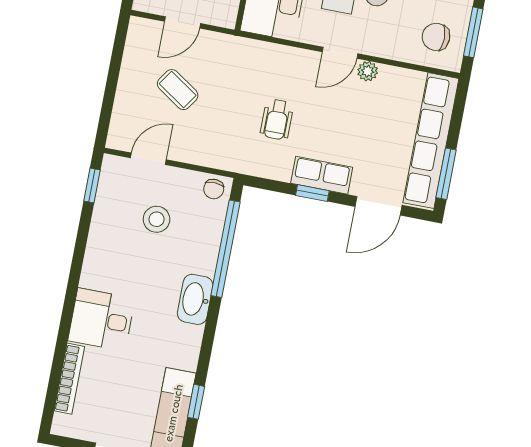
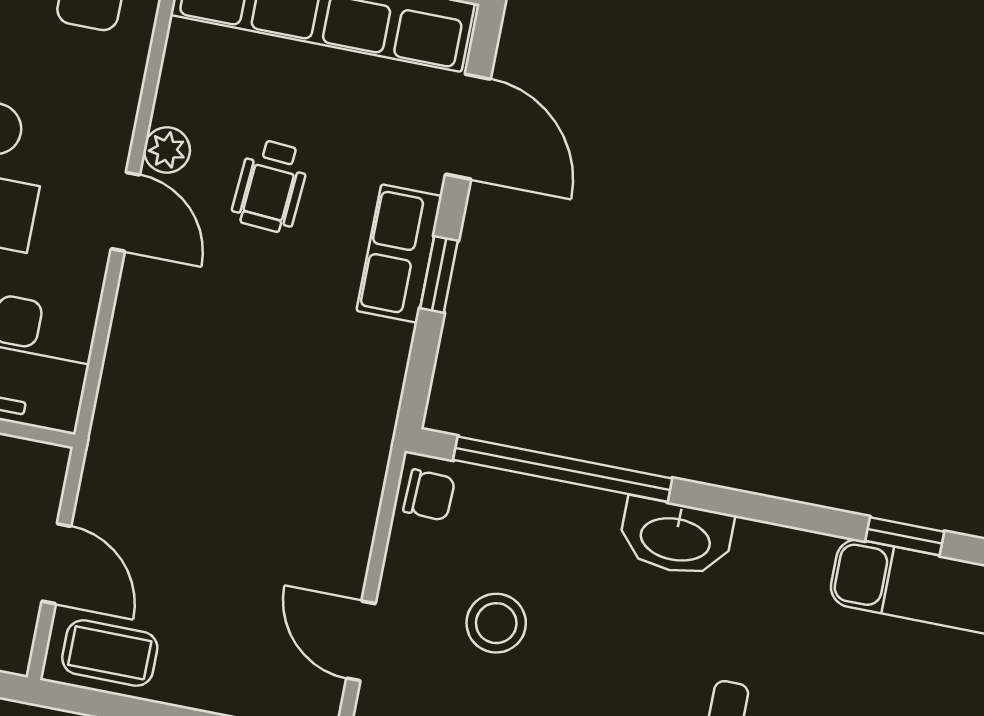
coffee table: (178, 90) -> (110, 653), moved, turned 56
wheelchair: (277, 120) -> (270, 186), moved, turned 94

